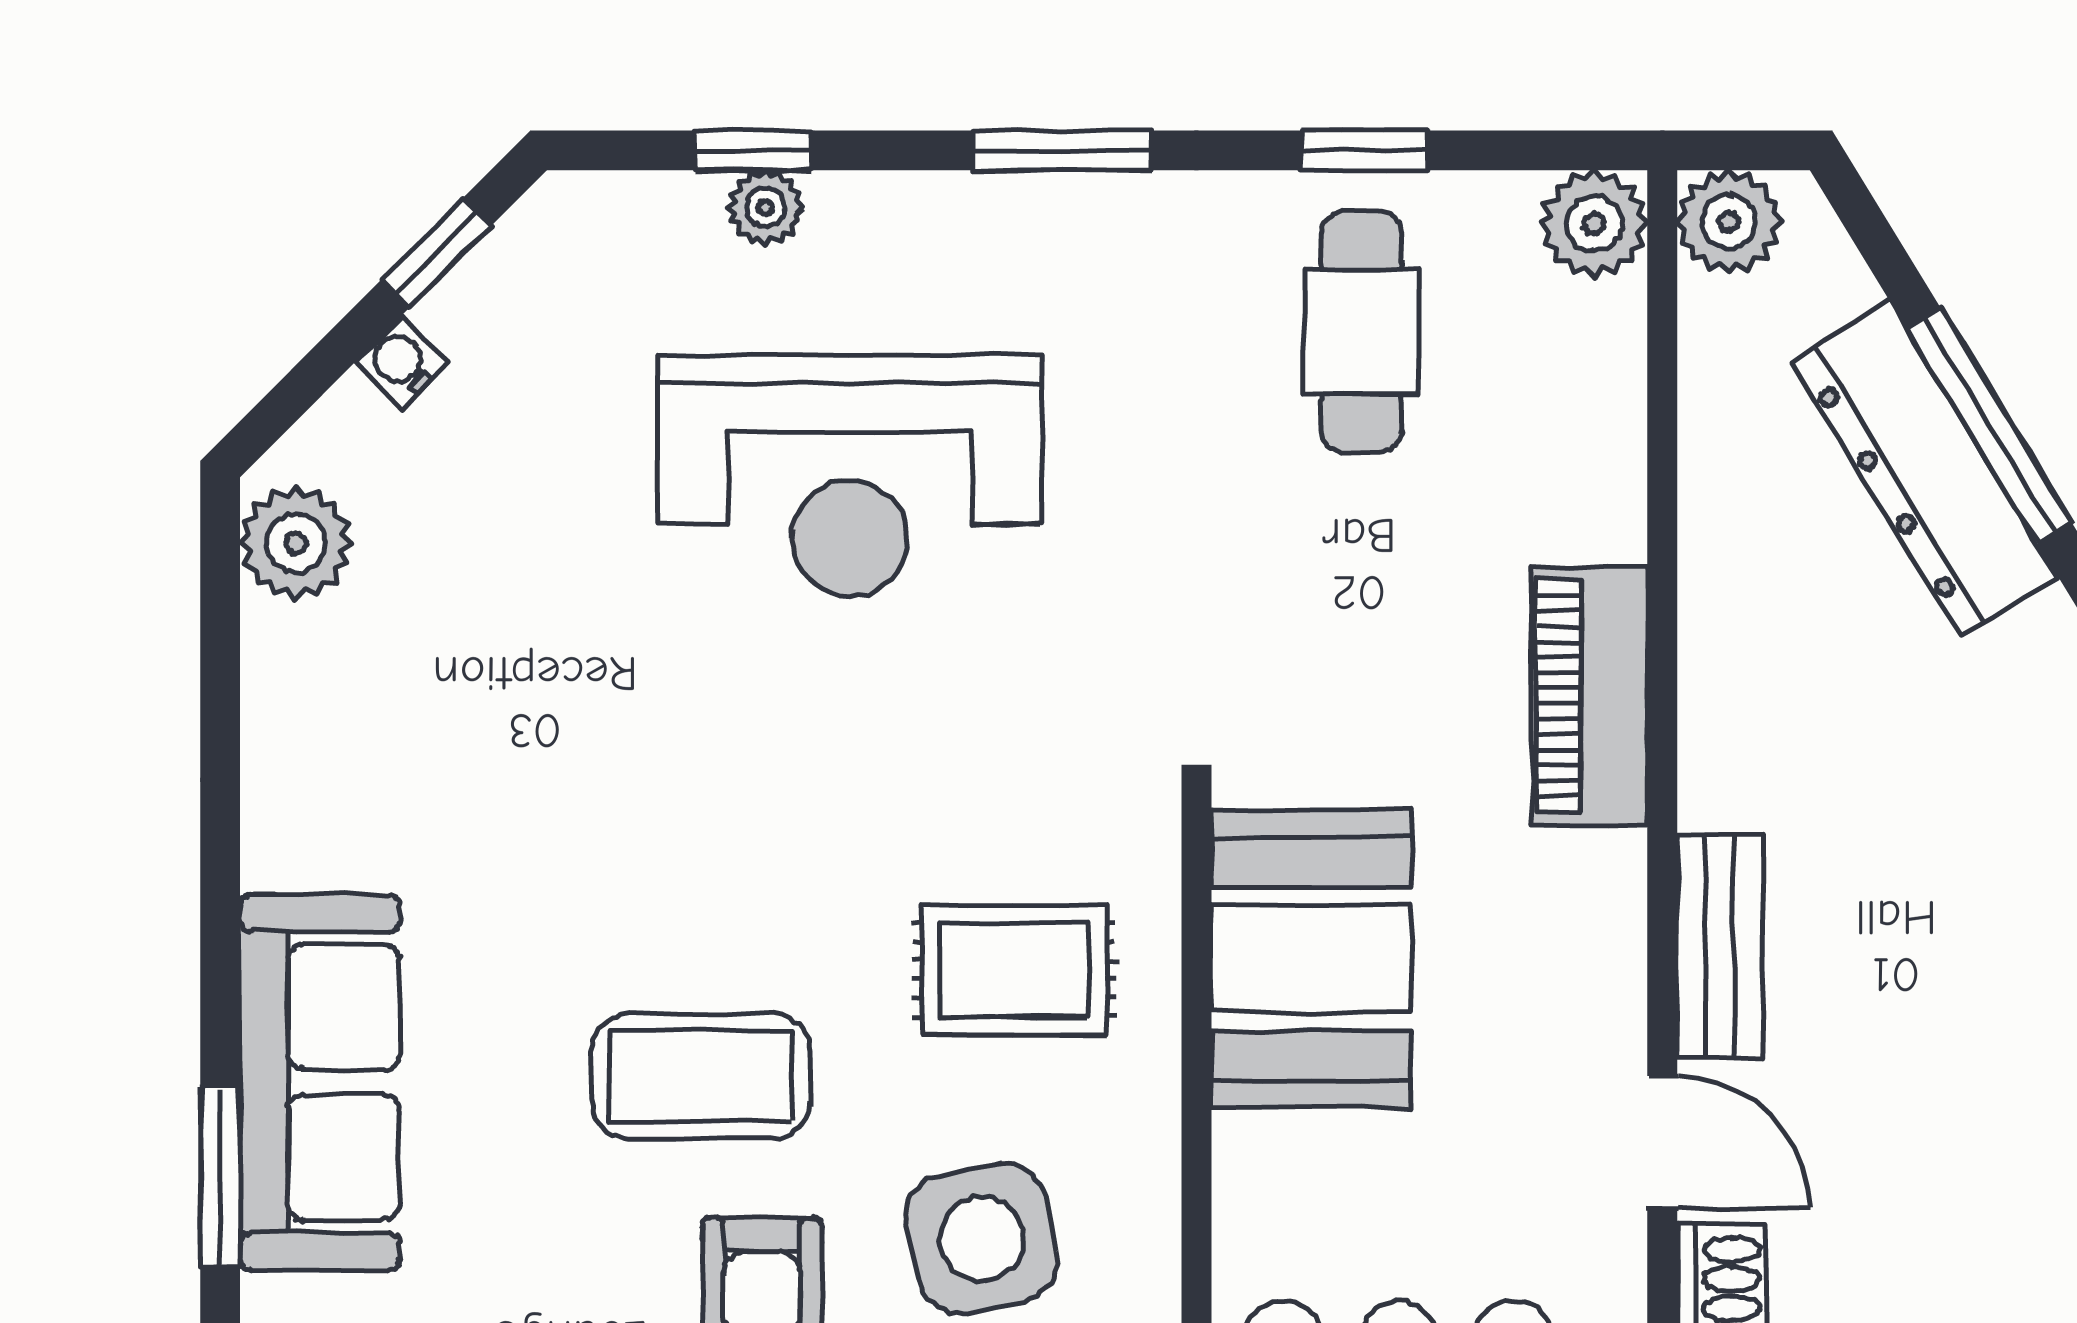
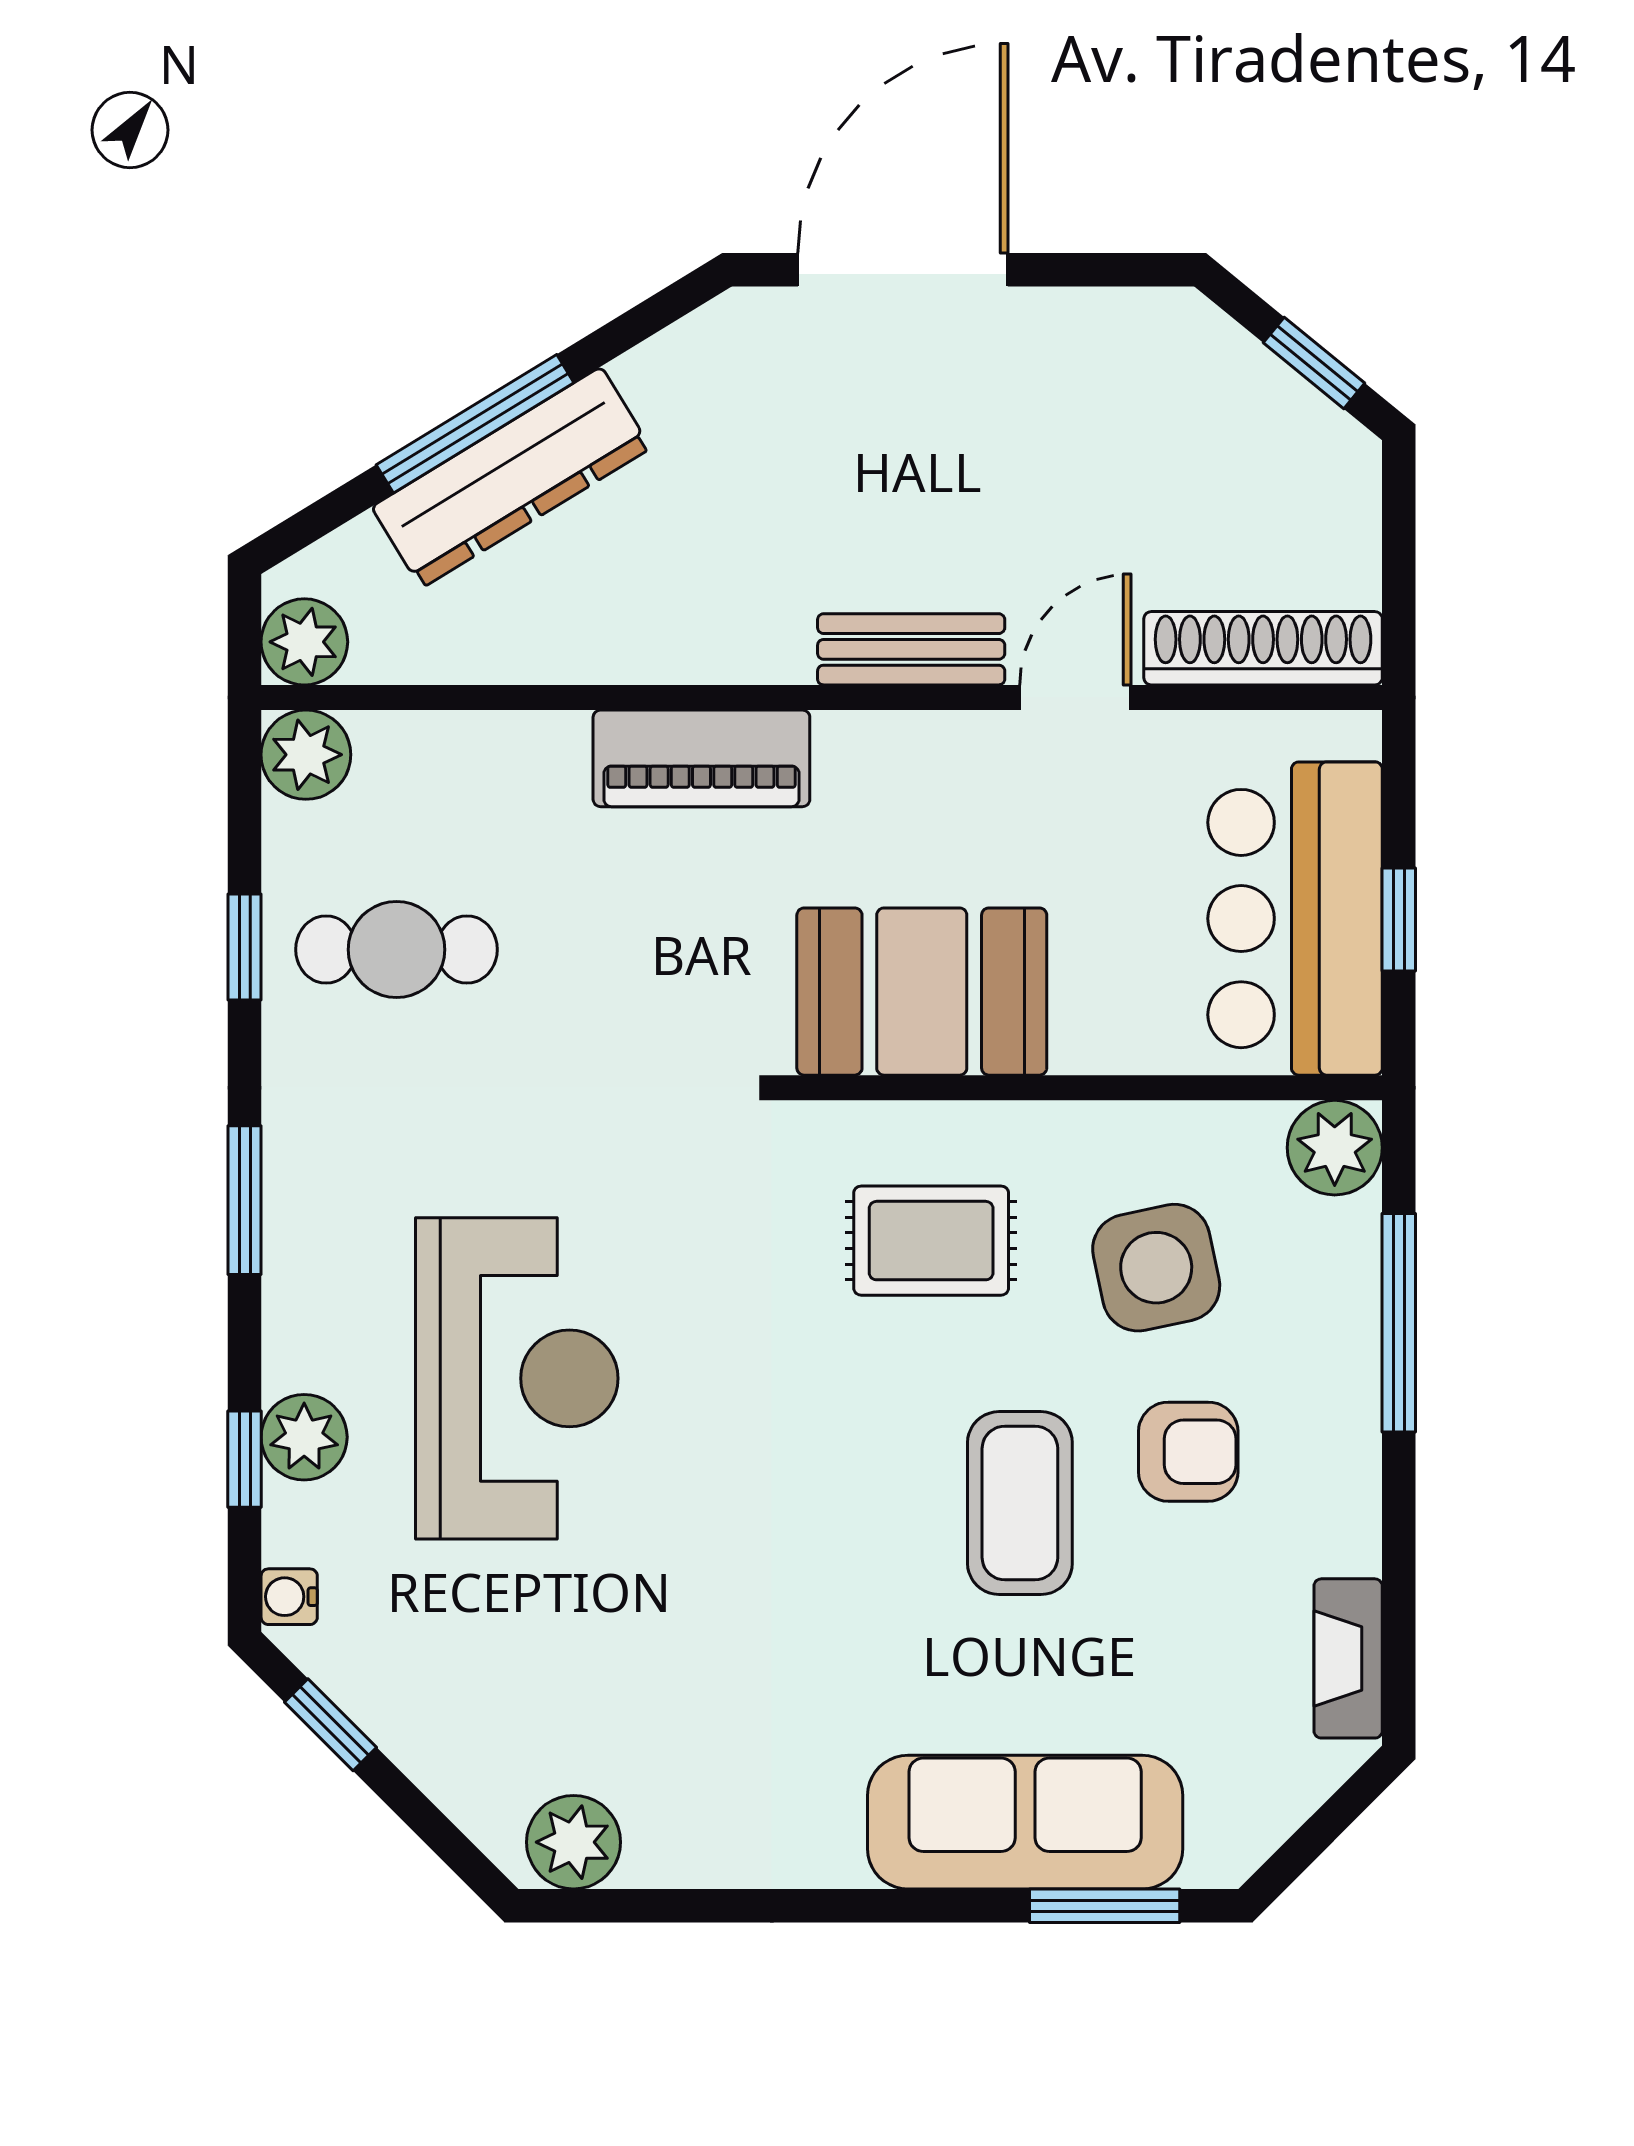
plant: (765, 208) -> (304, 1437), width x1.38, depth x1.38
water cooler: (401, 363) -> (289, 1597), moved, turned 45
rug: (1014, 970) -> (931, 1241), turned 90

